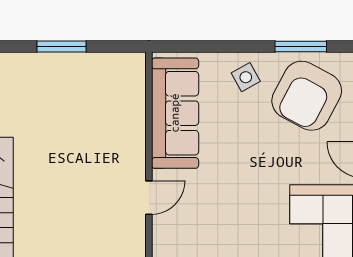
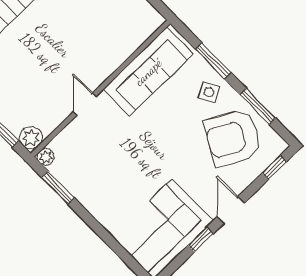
window: (222, 46) -> (213, 61), added
door: (149, 198) -> (85, 104), swing flipped

